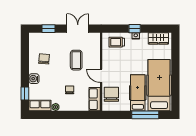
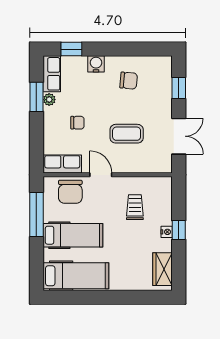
trolley: (117, 42) -> (135, 207), moved
door: (101, 76) -> (101, 175), hinge flipped
hospital bed: (159, 85) -> (76, 276), width x0.73, depth x0.78
chair: (111, 94) -> (70, 192), turned 90
window: (54, 115) -> (36, 97), added
window: (145, 115) -> (36, 214), moved

